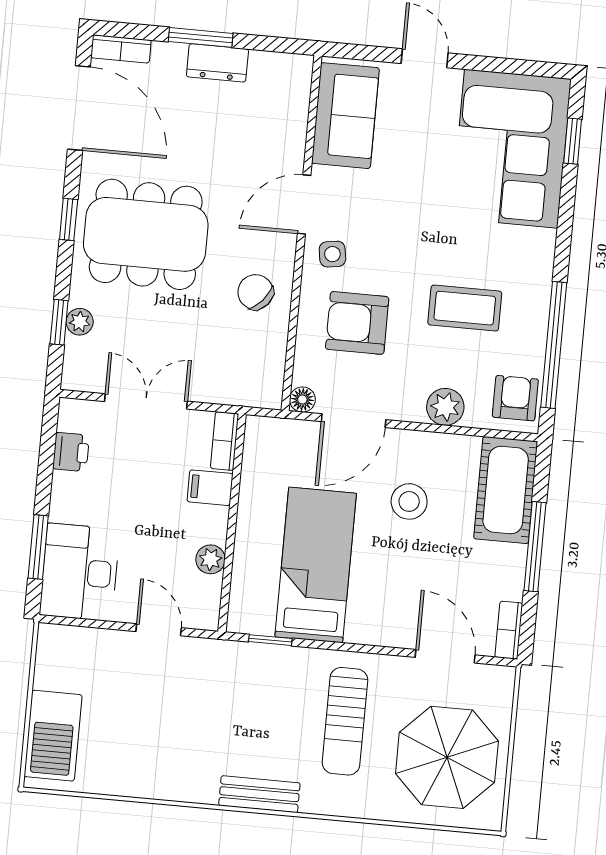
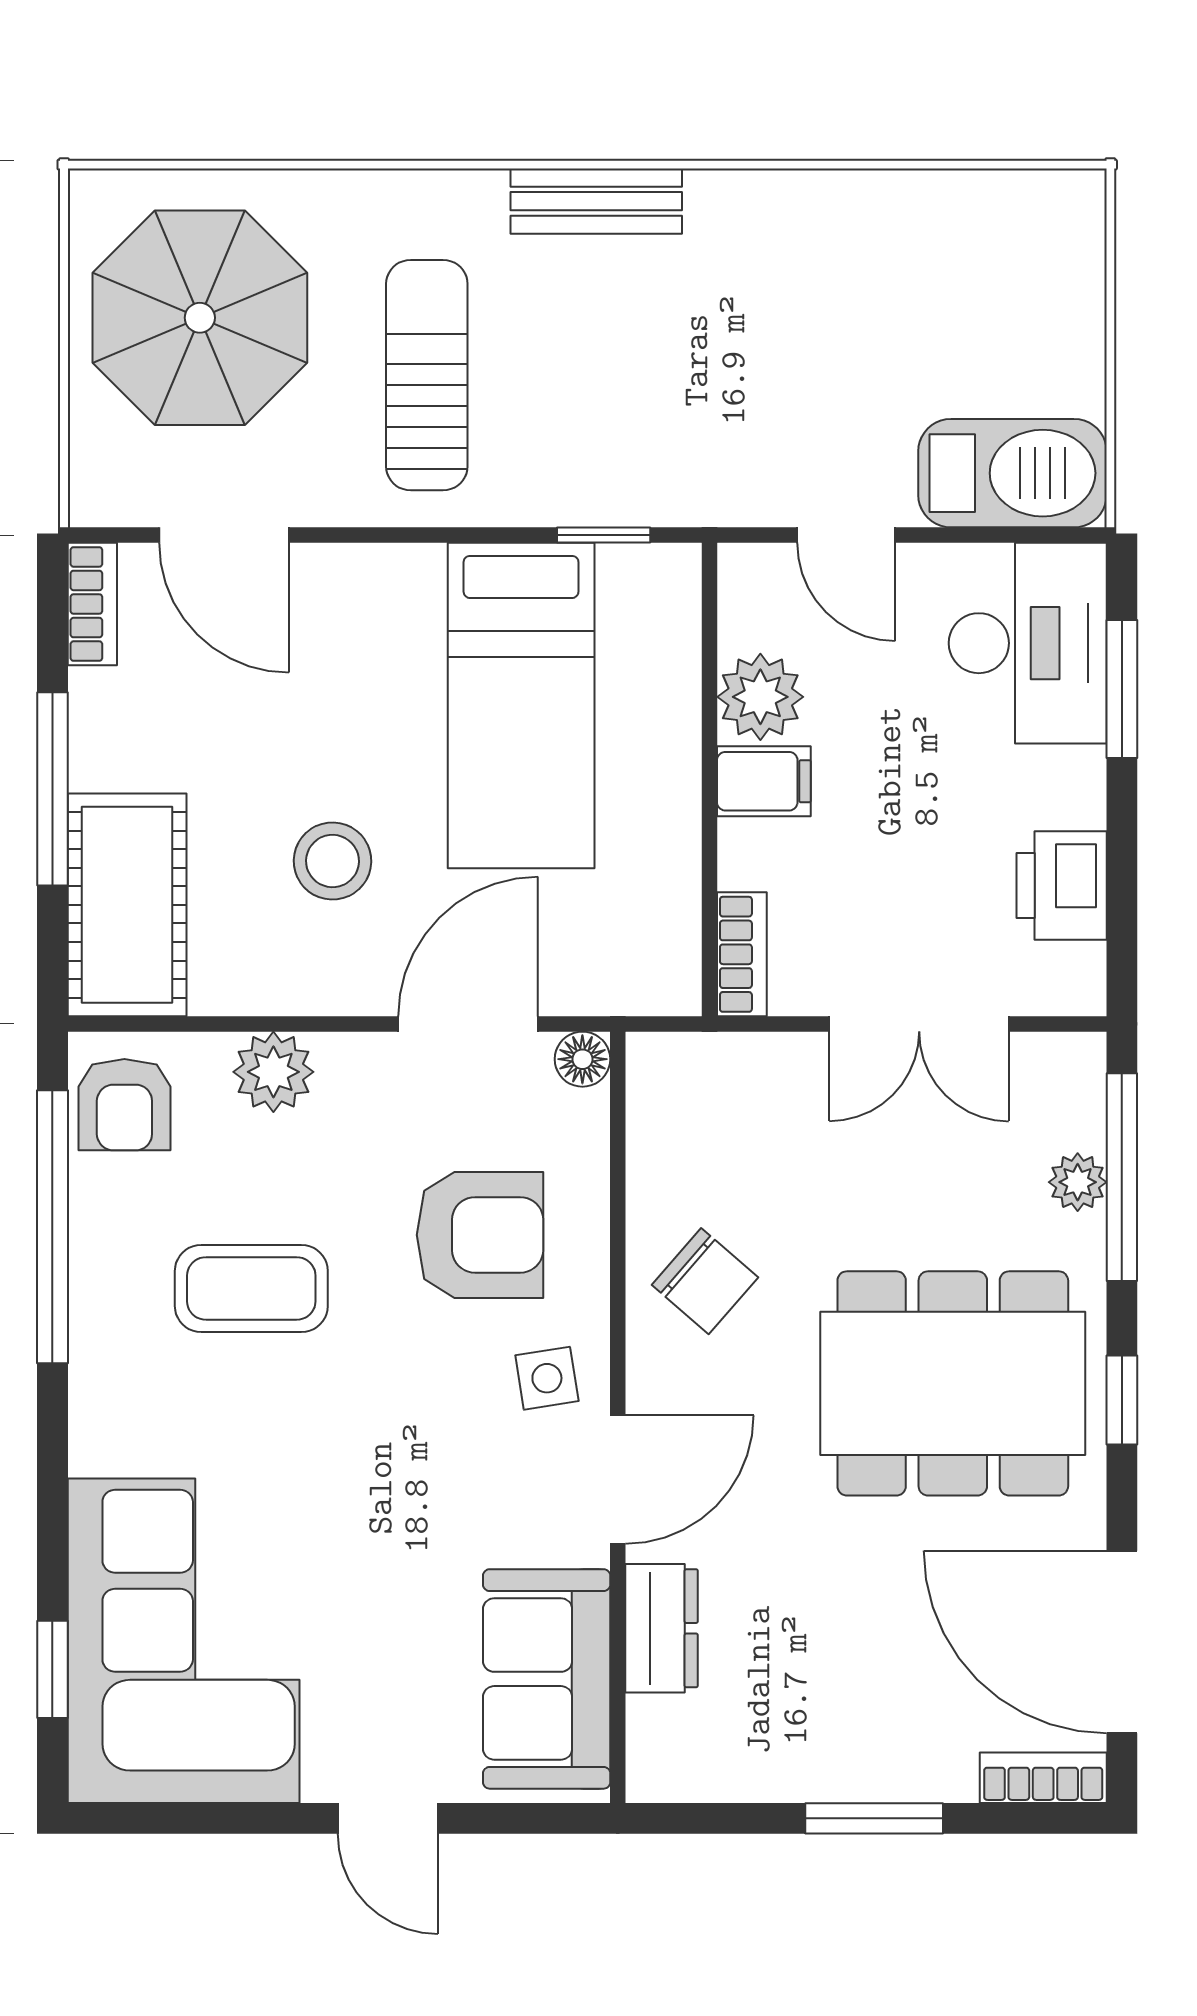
dresser: (217, 63) -> (662, 1628), moved, turned 90
window: (59, 322) -> (1122, 1177), width x2.17
printer: (71, 452) -> (1062, 886), width x1.36, depth x1.24
filing cabinet: (210, 488) -> (764, 781), moved
plant: (210, 559) -> (760, 697), width x1.38, depth x1.38
barbecue: (53, 736) -> (1012, 473), moved, turned 90

